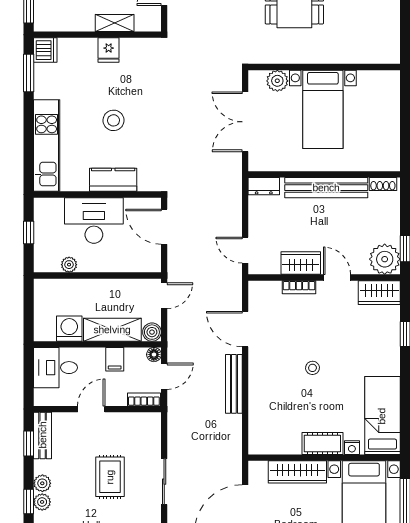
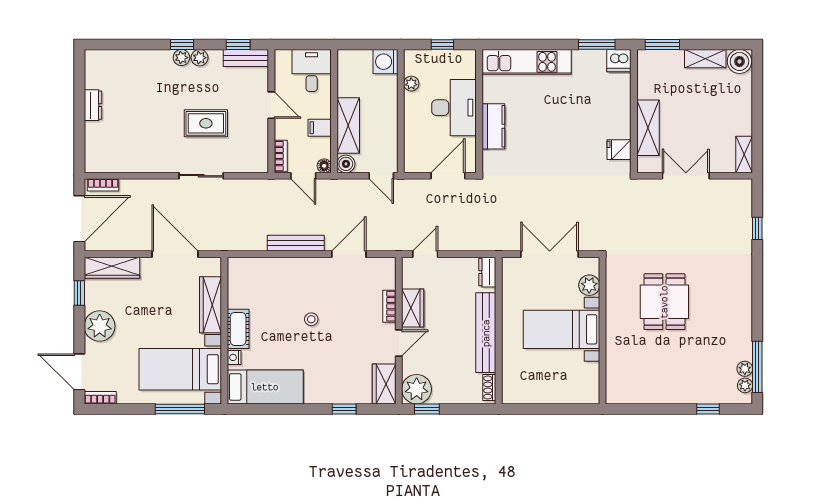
shelving: (115, 23) -> (648, 128), width x1.50, depth x1.33
fridge: (109, 50) -> (619, 150), moved
stool: (114, 120) -> (551, 127), removed
washing machine: (69, 329) -> (386, 62), moved, turned 180

